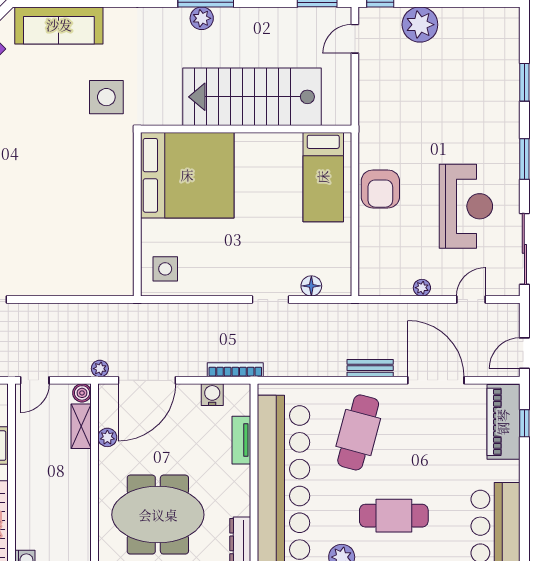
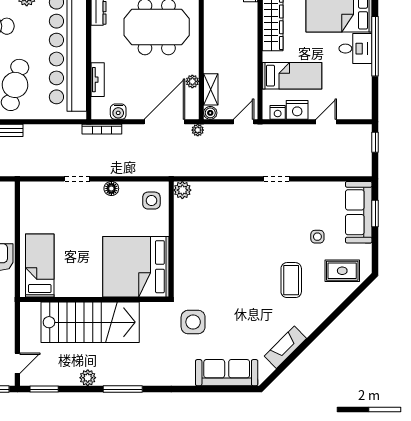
plant: (202, 18) -> (88, 378), moved
plant: (121, 284) -> (182, 190), added
floor lamp: (311, 286) -> (111, 188), moved

